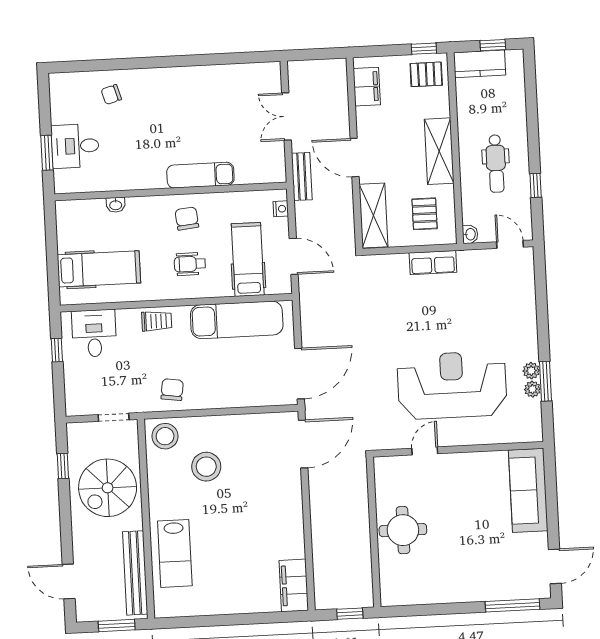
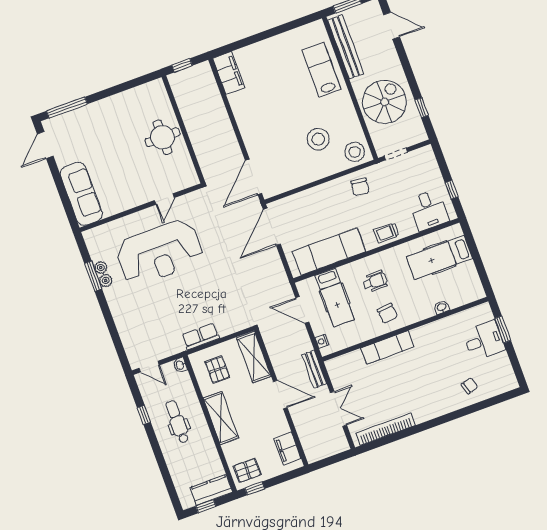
bookcase: (235, 72) -> (385, 429), added

